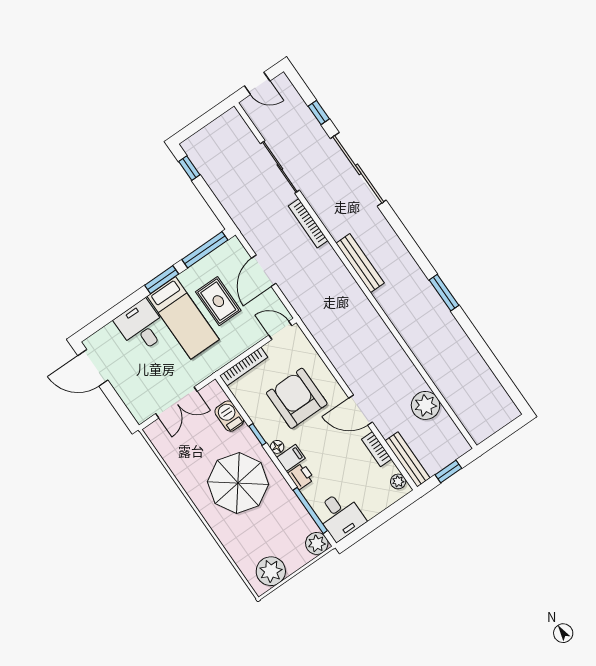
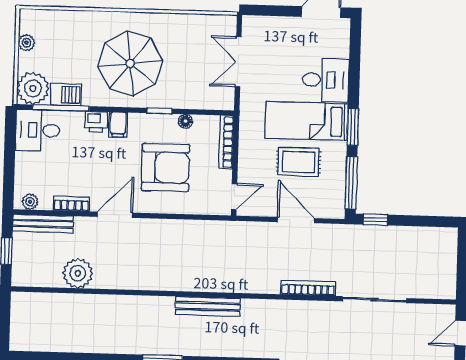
window: (189, 168) -> (375, 220), moved
bench: (360, 263) -> (208, 306), moved
barbecue: (229, 416) -> (66, 95), moved
floor lamp: (277, 447) -> (186, 121), moved
plant: (317, 543) -> (33, 88), width x1.36, depth x1.36
plant: (271, 571) -> (26, 43), width x0.53, depth x0.53

